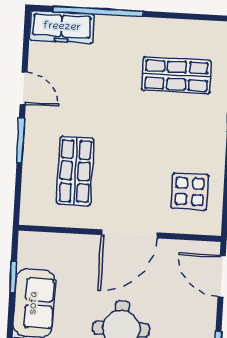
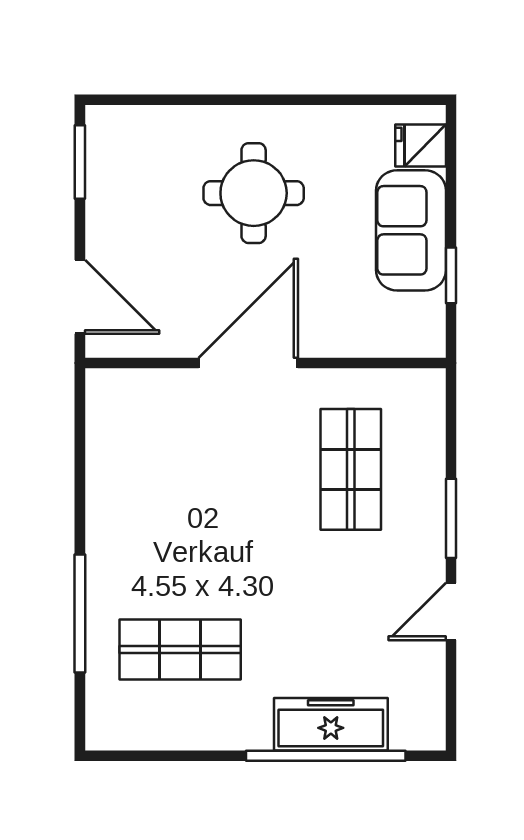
freezer: (62, 27) -> (331, 724), moved
door: (24, 88) -> (451, 611), hinge flipped
display table: (190, 191) -> (145, 444), removed

